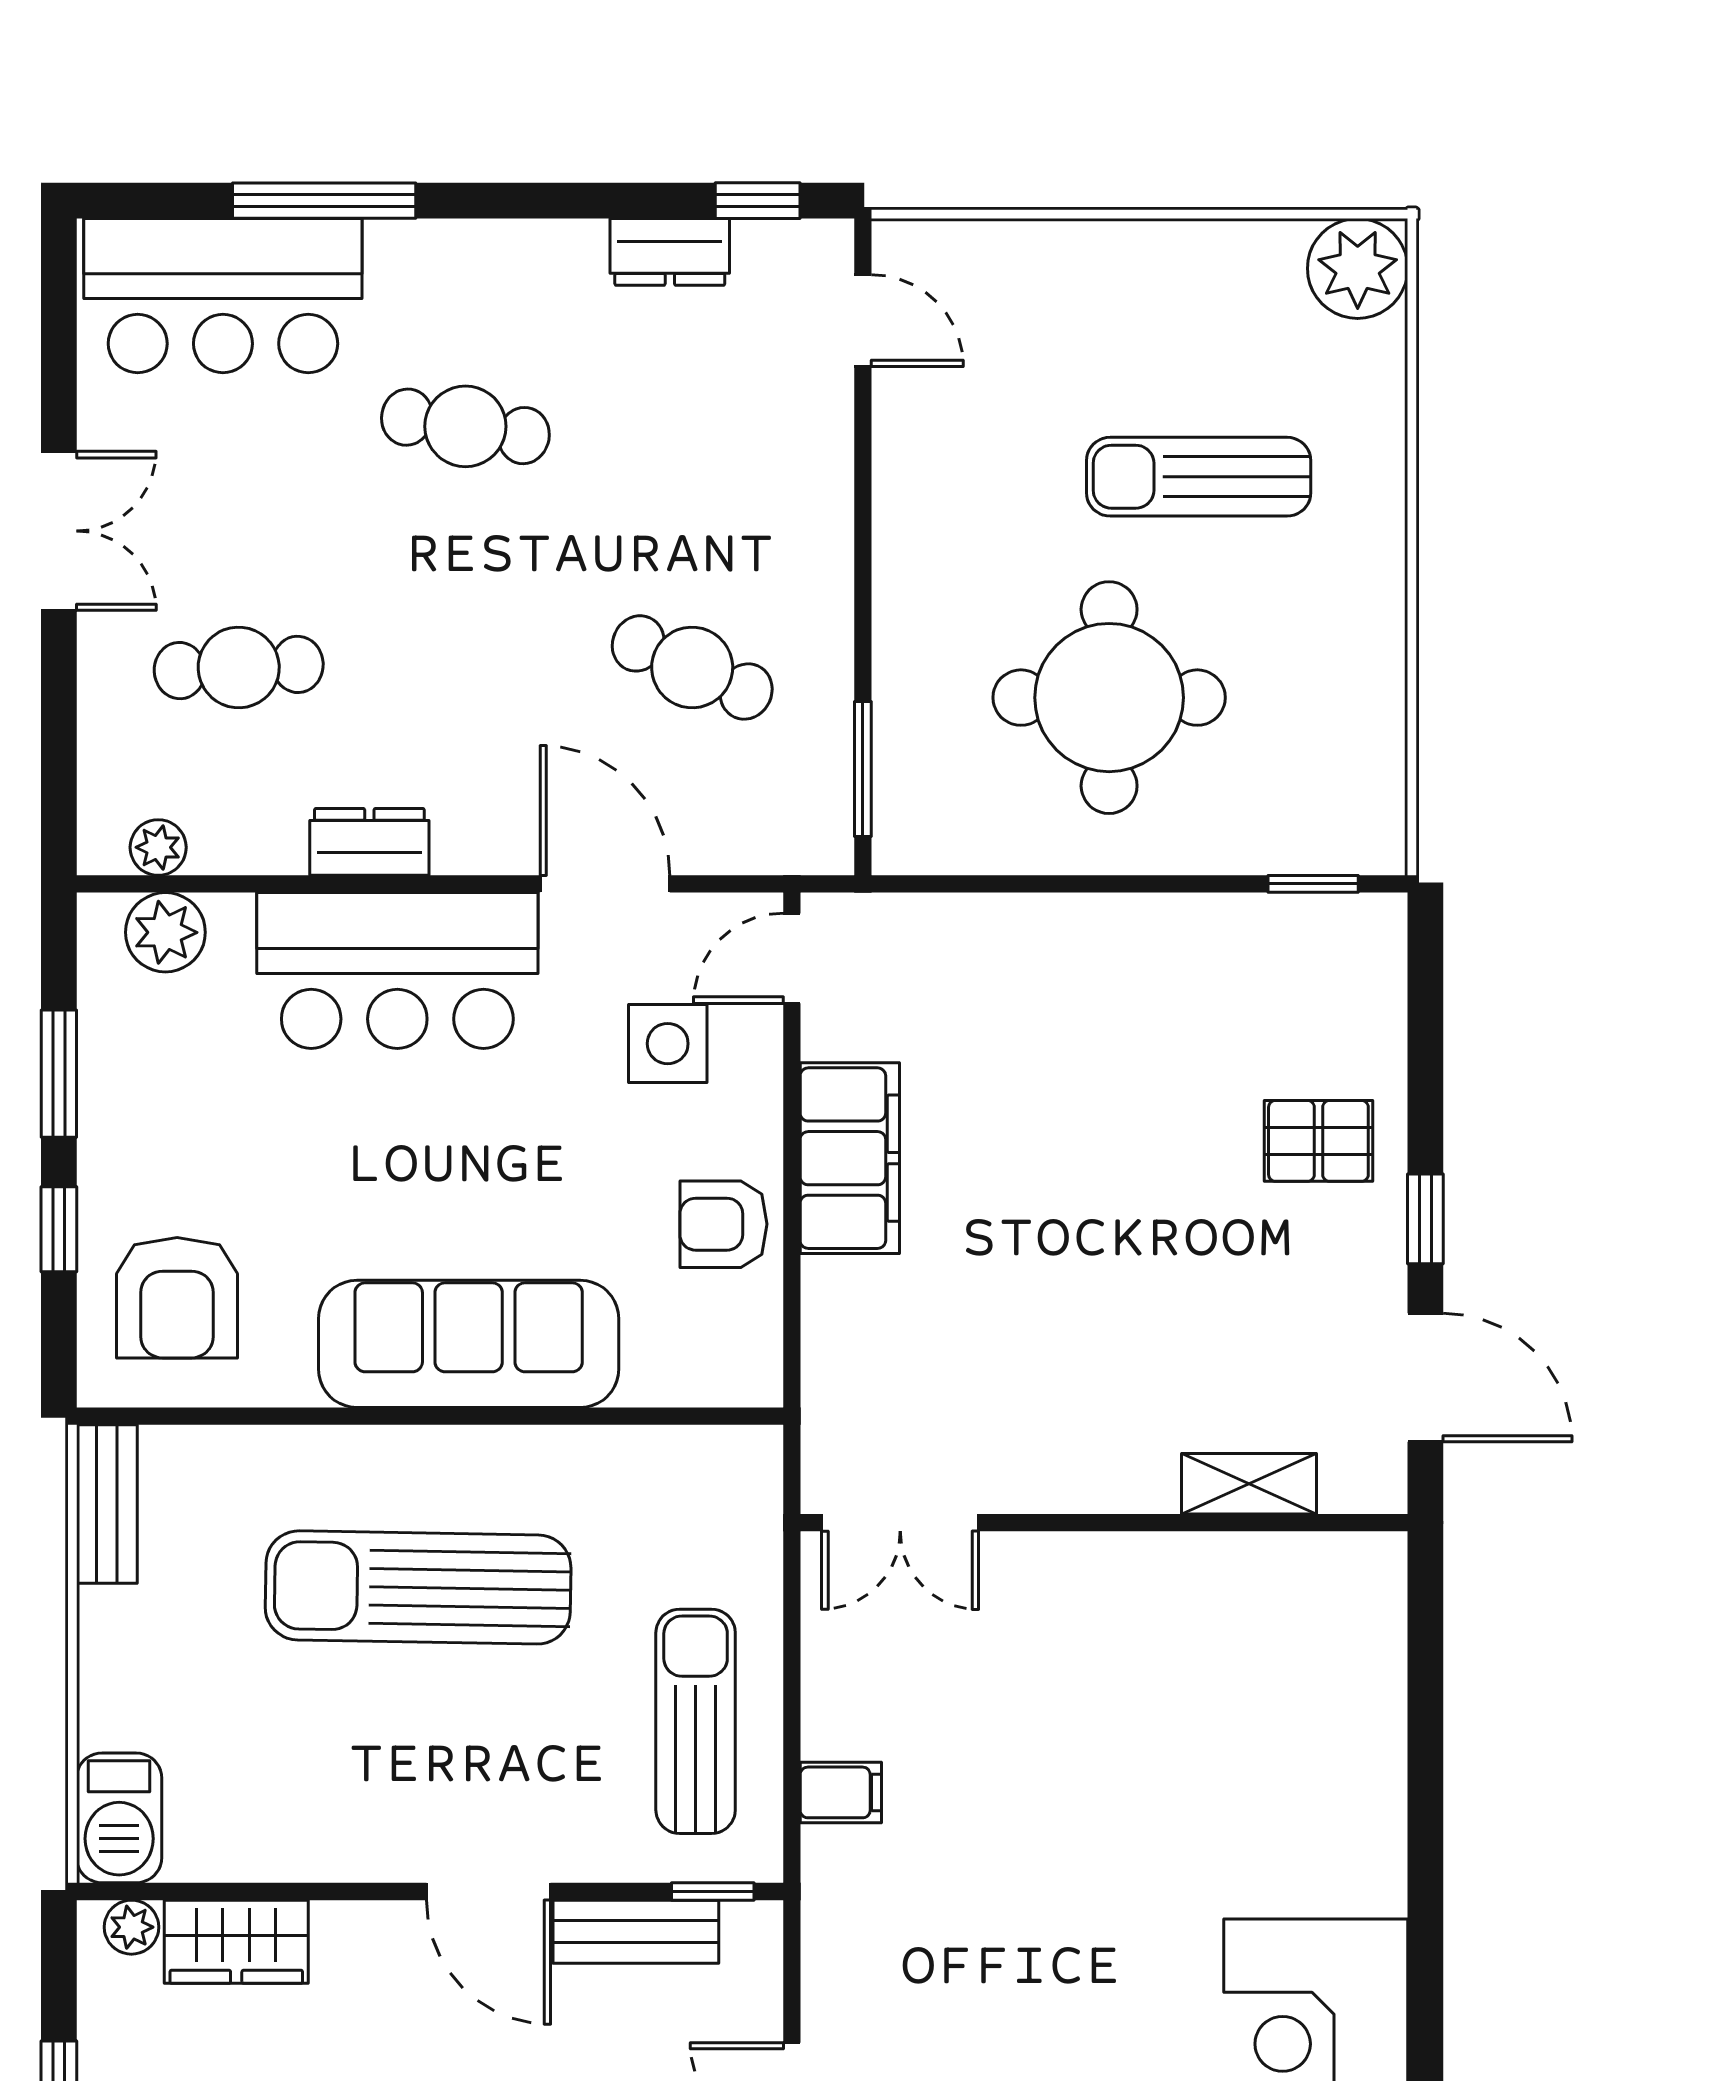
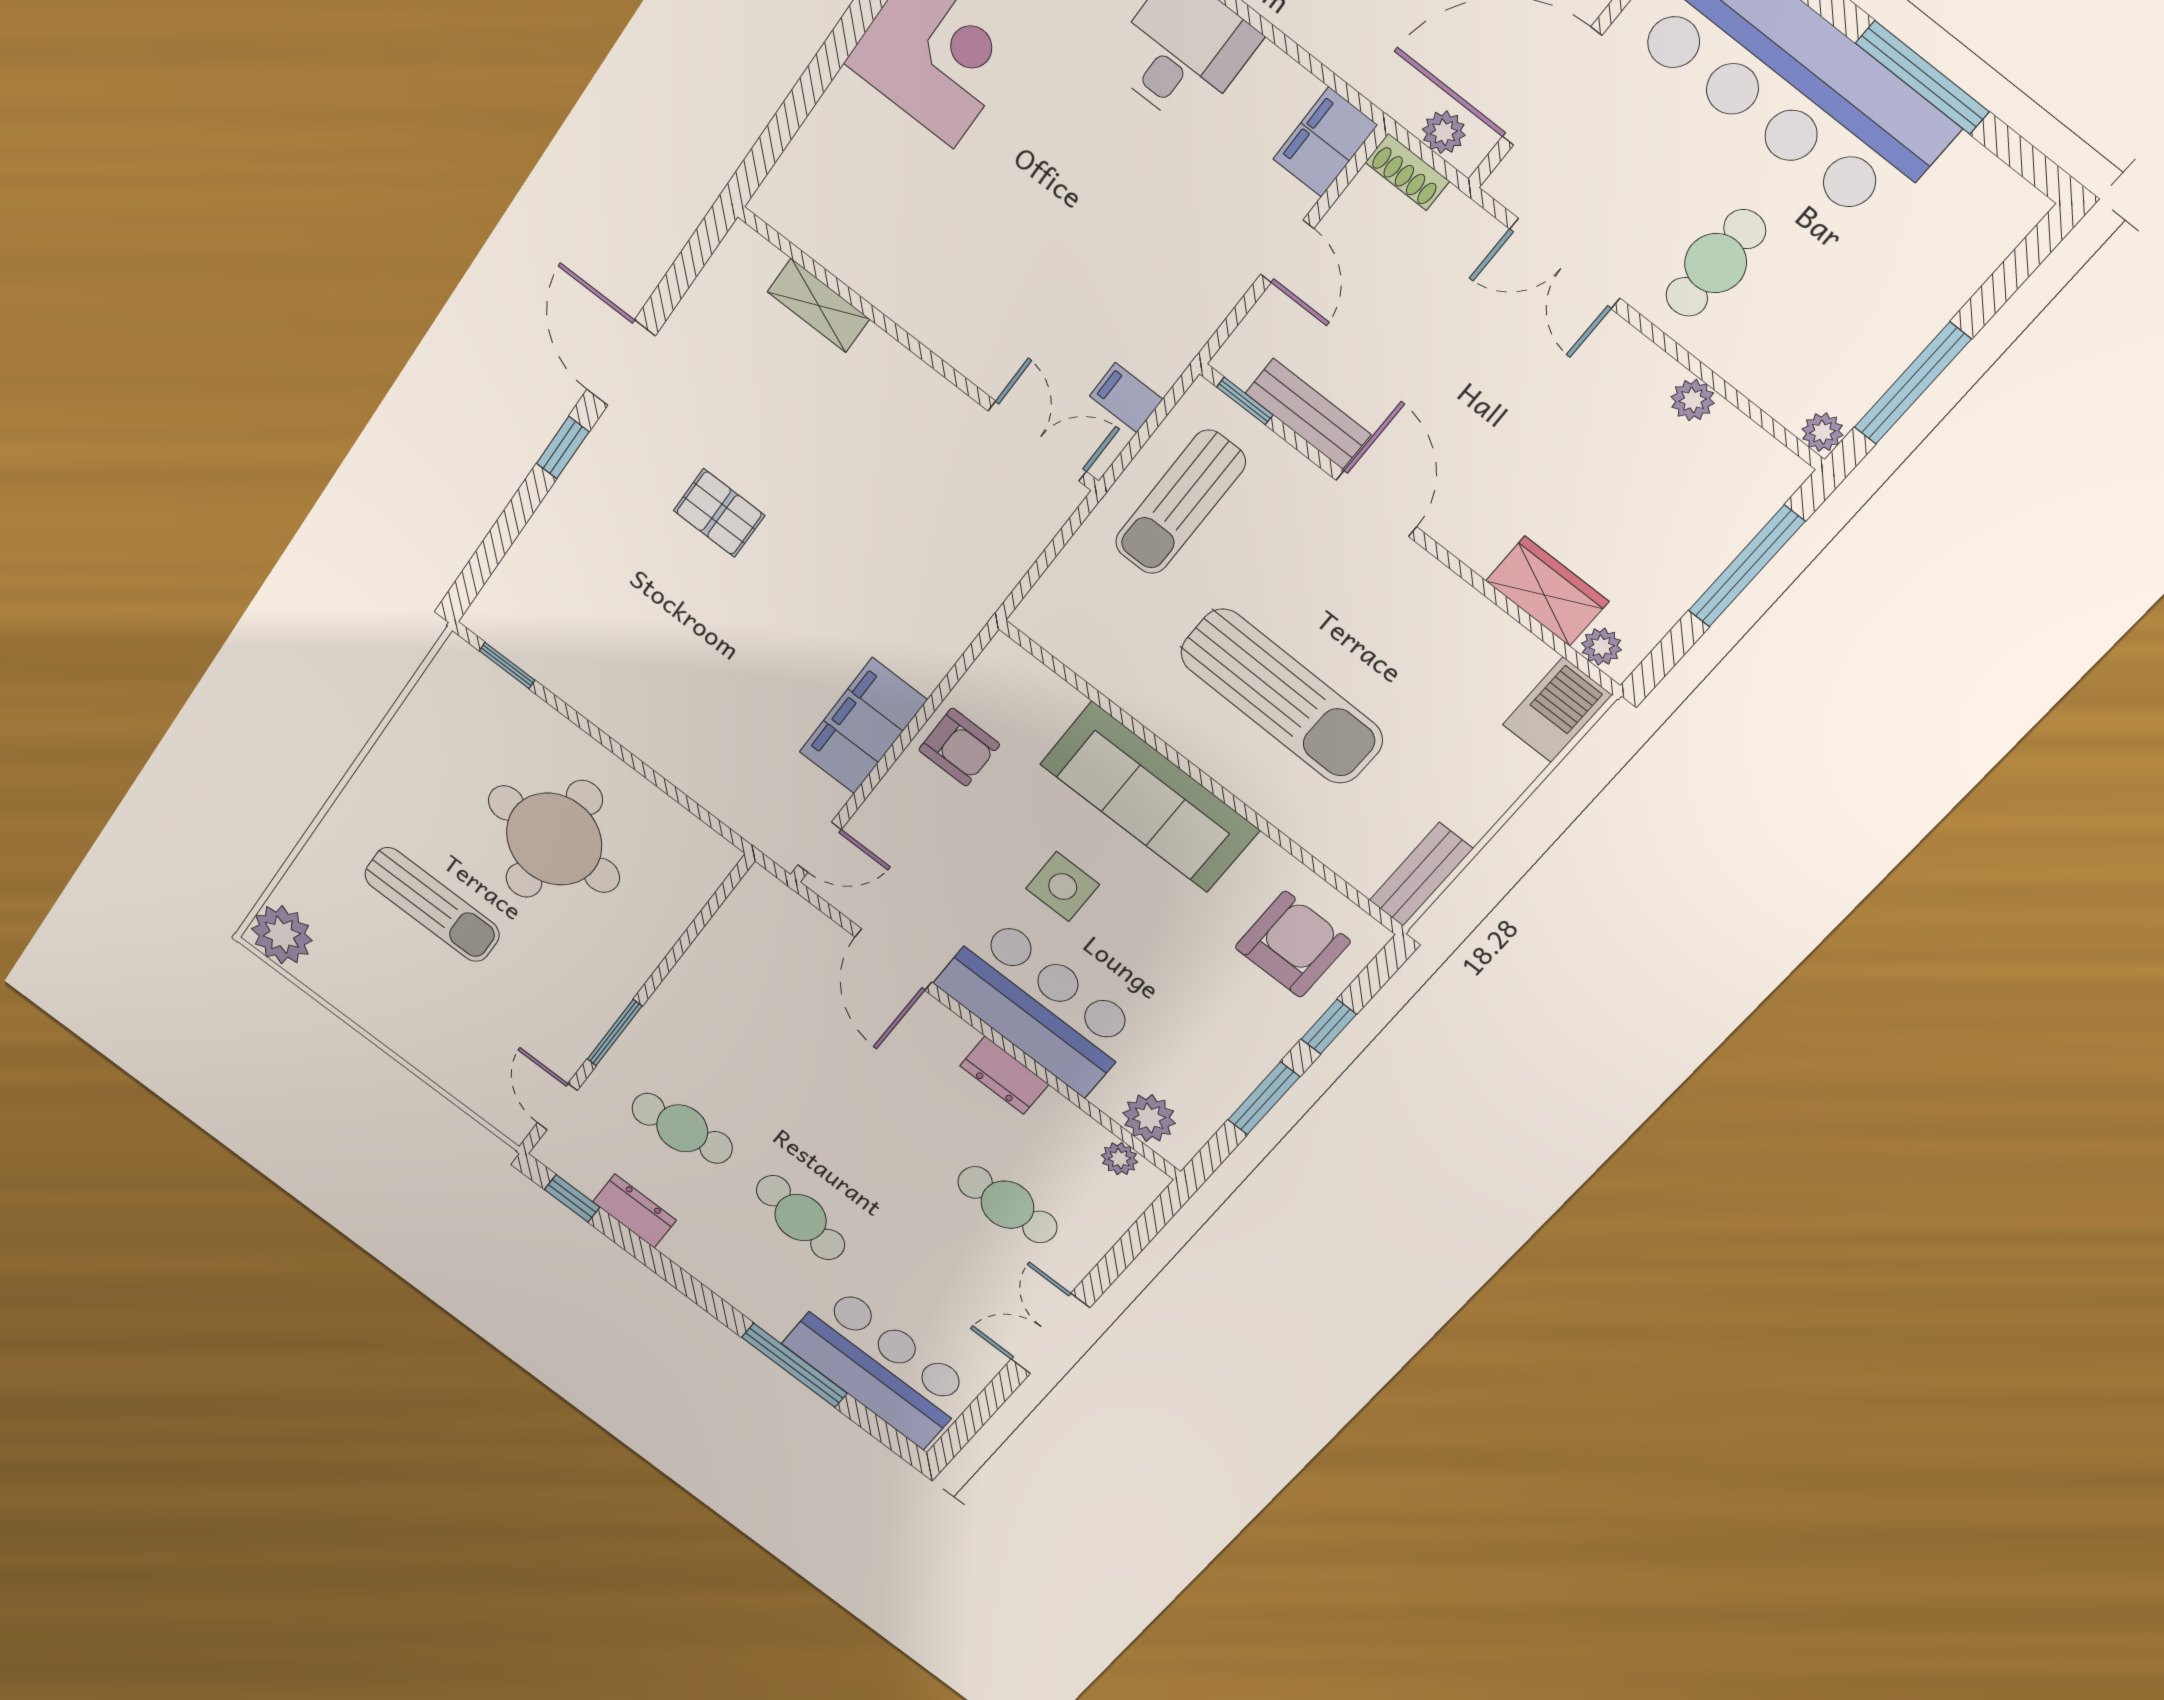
cafe table: (692, 667) -> (682, 1128), moved, turned -33
window: (863, 769) -> (615, 1033), moved
side table: (668, 1044) -> (1063, 887), moved
pallet: (1318, 1141) -> (719, 513), moved
shelving: (1249, 1484) -> (818, 305), moved
double door: (900, 1523) -> (1037, 441), moved
wall: (1104, 1523) -> (919, 349), moved

